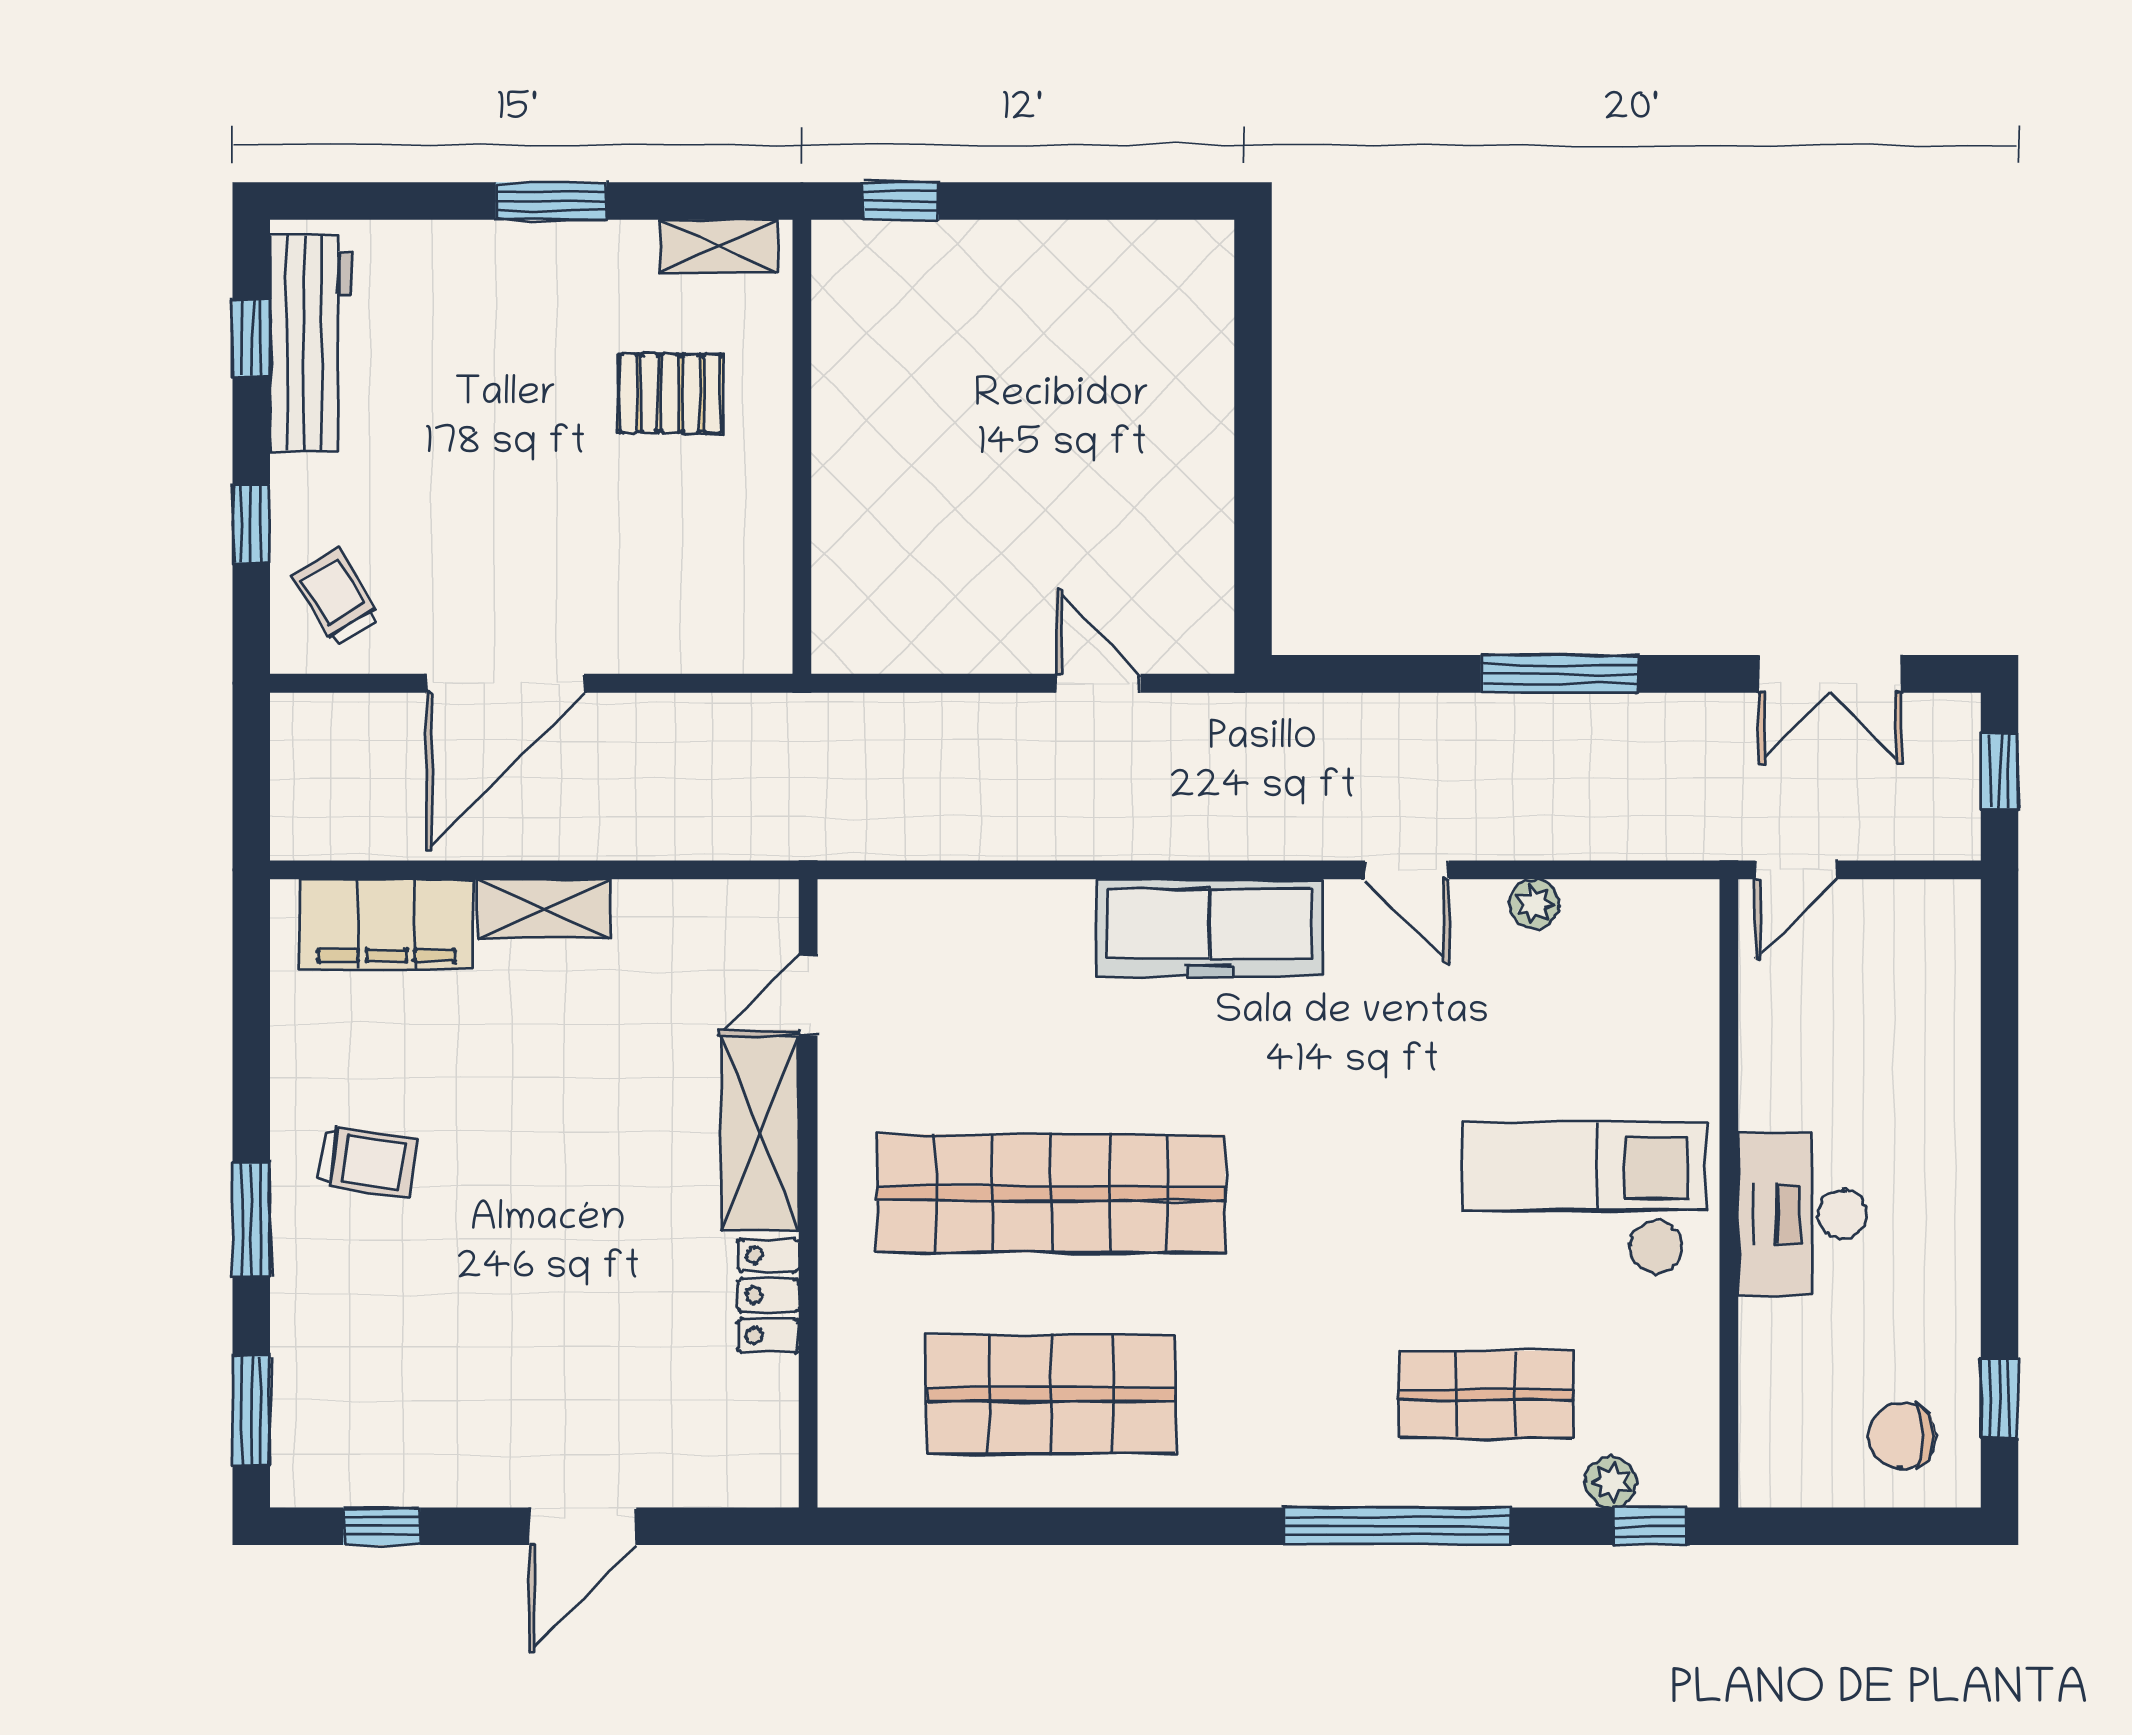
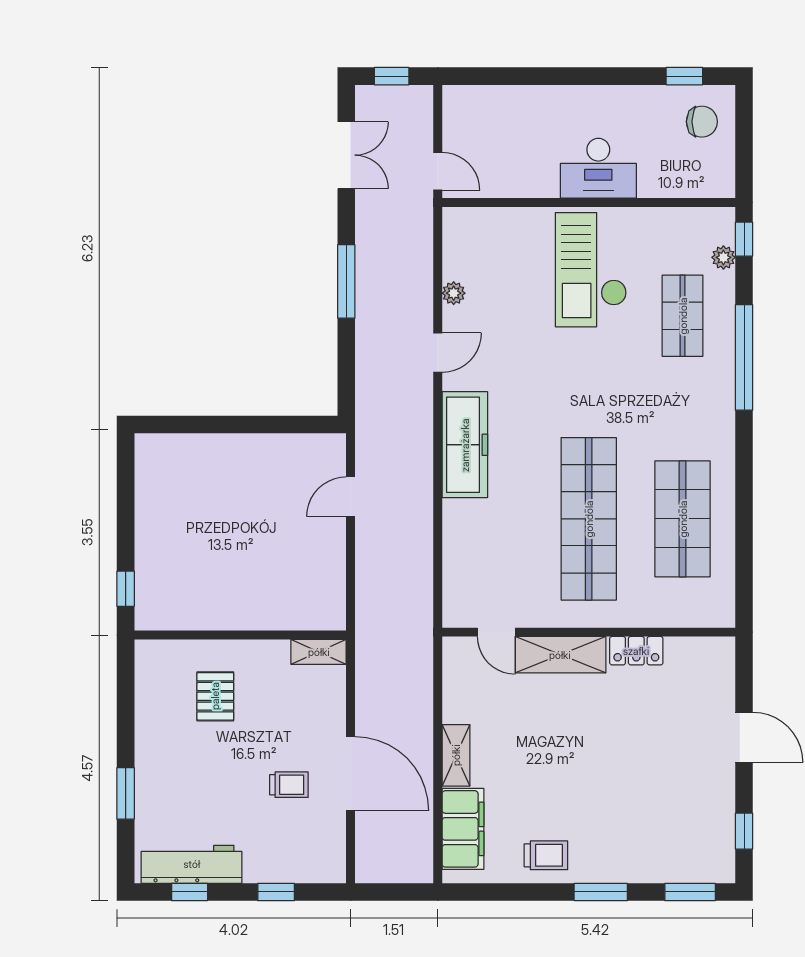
window: (551, 201) -> (126, 793), moved
shelving: (718, 246) -> (319, 652), moved, turned 90
trolley: (336, 597) -> (289, 785), moved, turned -150
trolley: (367, 1162) -> (546, 855), moved, turned 82
chair: (1902, 1436) -> (702, 122), turned -90

